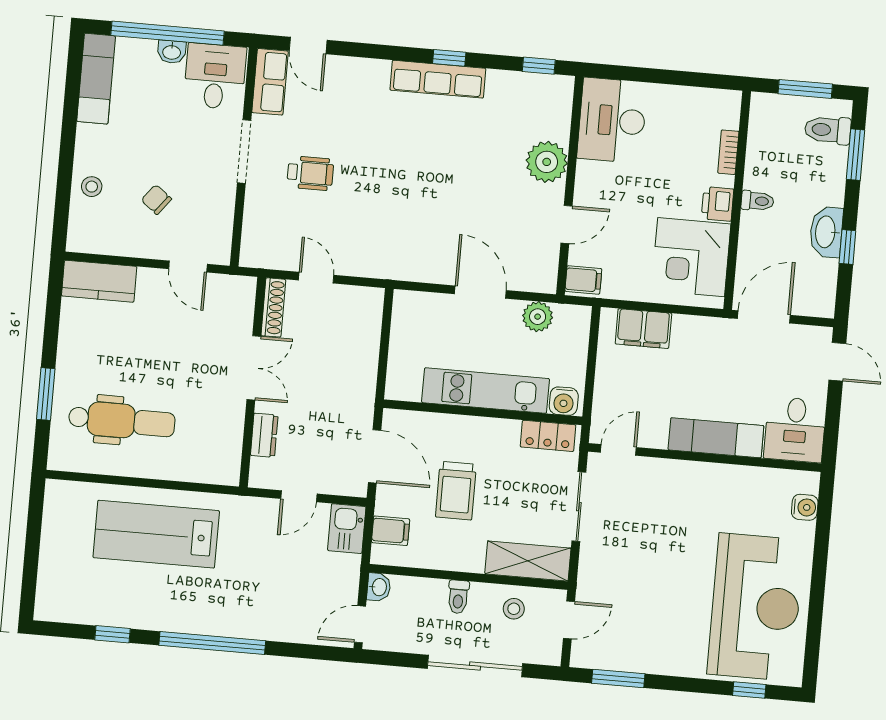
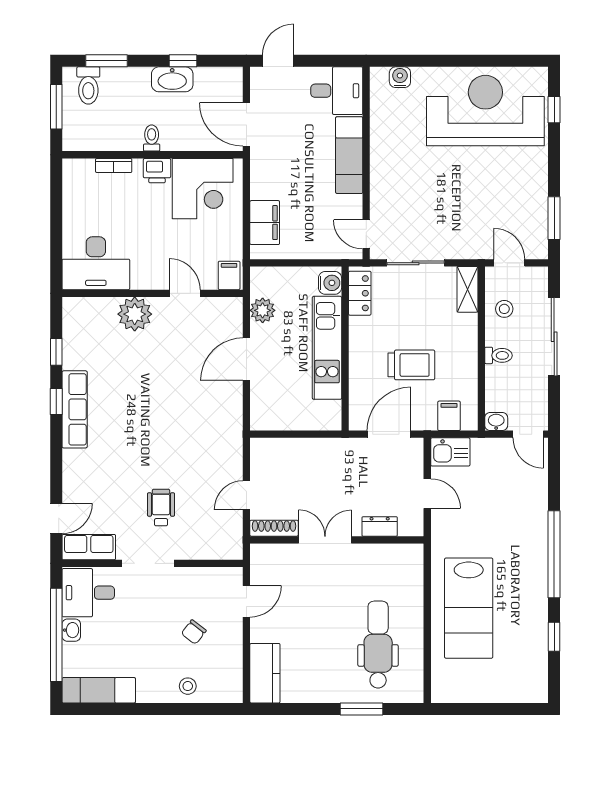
window: (539, 66) -> (56, 352), moved
shelving: (528, 561) -> (467, 289), width x0.67, depth x0.75

